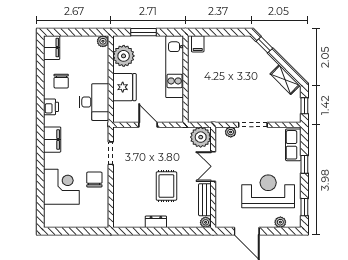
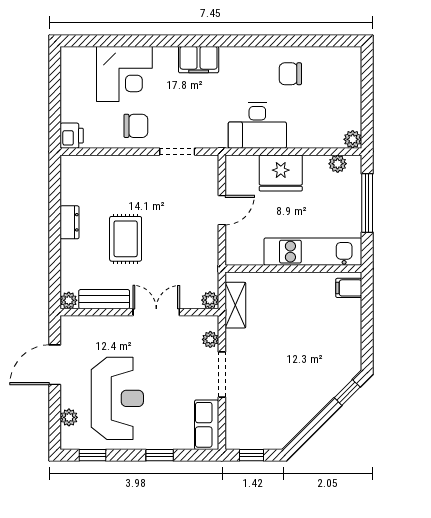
window: (144, 32) -> (367, 203), width x1.44
filing cabinet: (52, 48) -> (343, 59), removed
plant: (124, 56) -> (338, 164), width x0.53, depth x0.53
shelving: (285, 80) -> (235, 305), moved, turned -45
printer: (51, 107) -> (72, 136), moved, turned -90
plant: (201, 137) -> (210, 300), width x0.53, depth x0.53
row of seats: (293, 145) -> (207, 425), moved, turned -90
rug: (166, 186) -> (126, 239), turned 90

